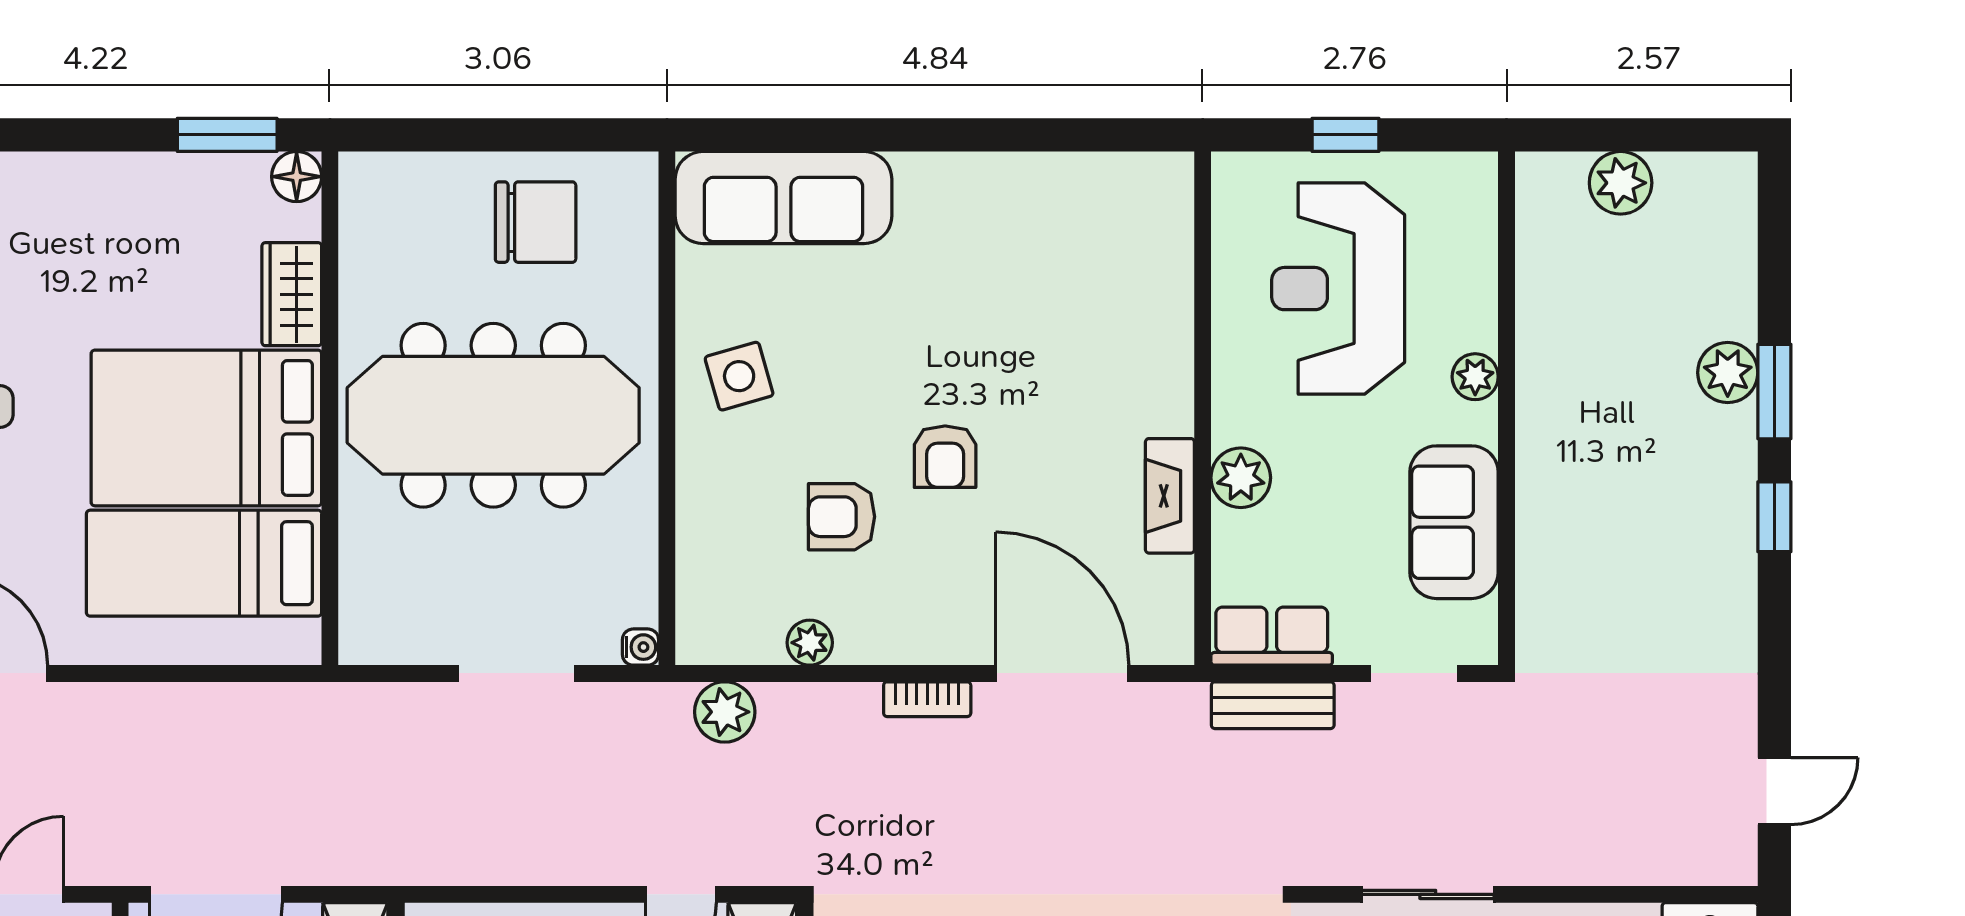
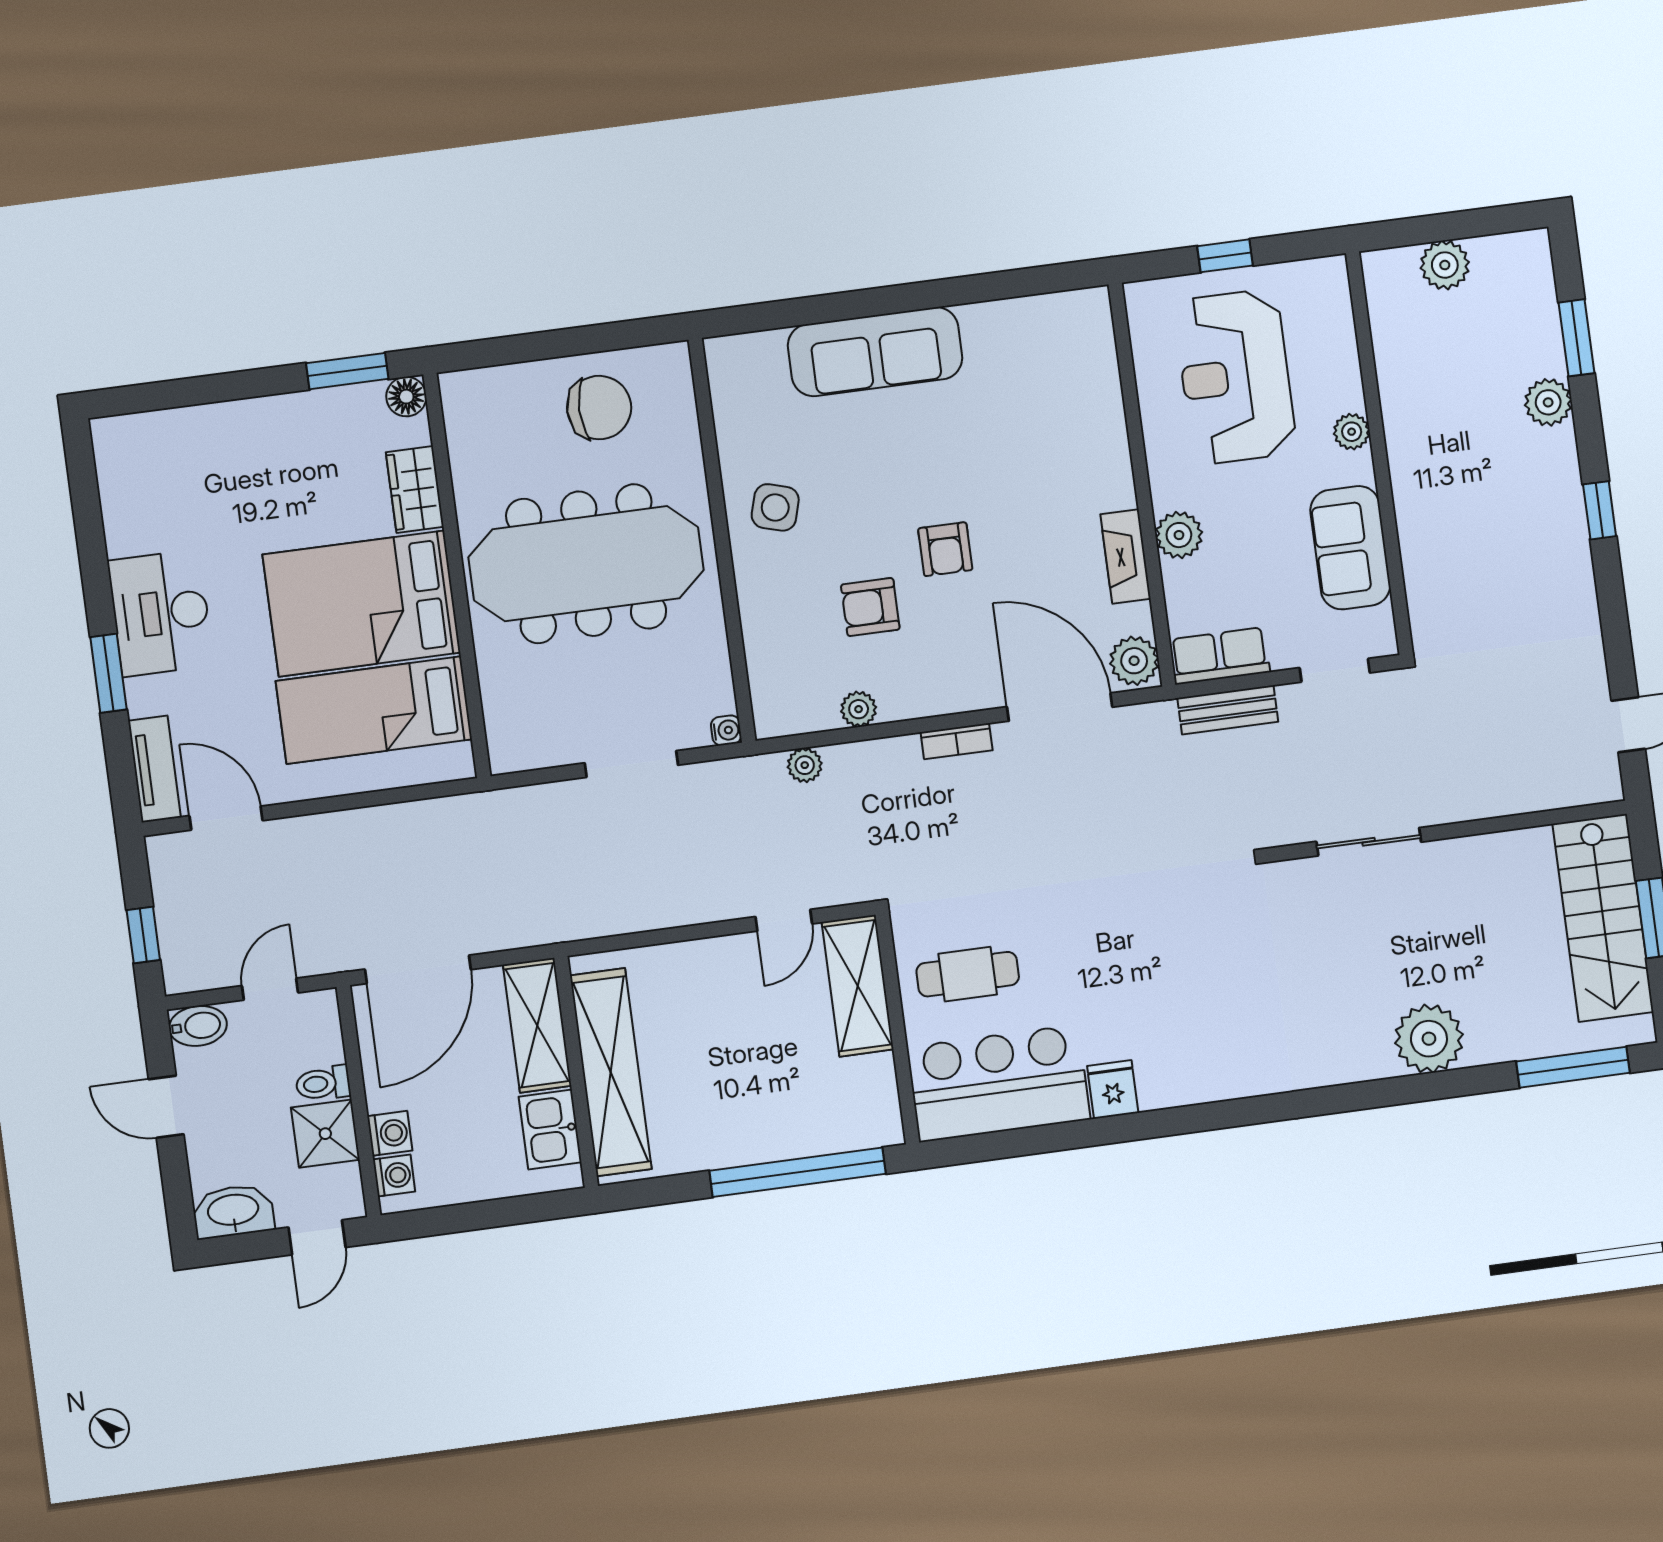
sofa: (783, 198) -> (875, 352), moved
side table: (739, 376) -> (775, 507), turned 32
window: (1774, 392) -> (1577, 338), moved
plant: (1163, 628) -> (1134, 661), added
plant: (725, 712) -> (805, 765), width x0.73, depth x0.73

